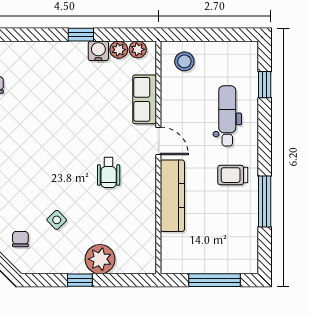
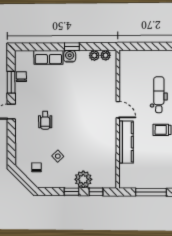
water cooler: (98, 51) -> (70, 56), moved
stool: (184, 61) -> (133, 62), removed
row of seats: (145, 99) -> (48, 57), moved, turned -90
wheelchair: (109, 173) -> (45, 120), moved
window: (122, 280) -> (96, 192), added

